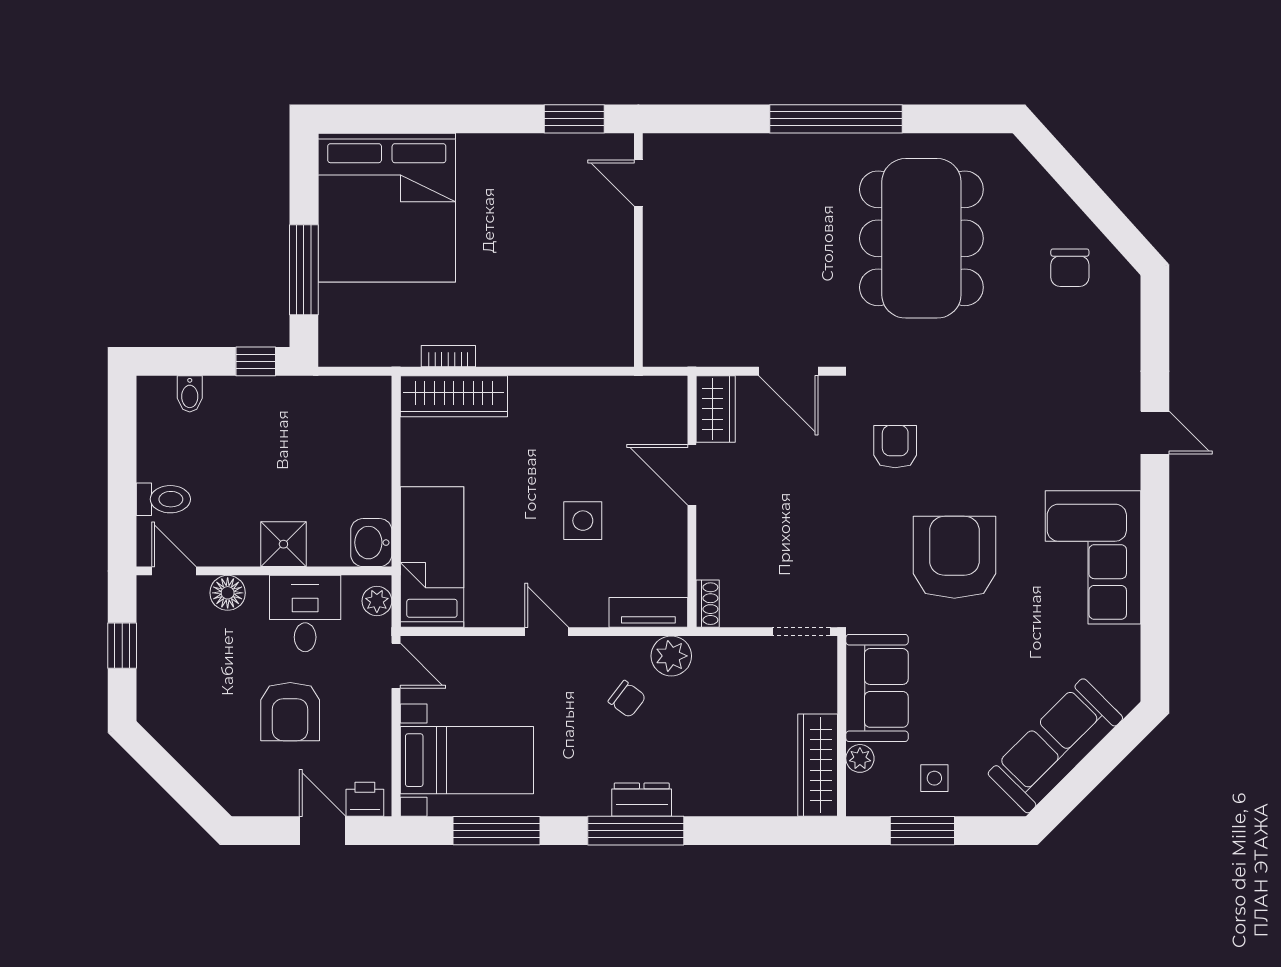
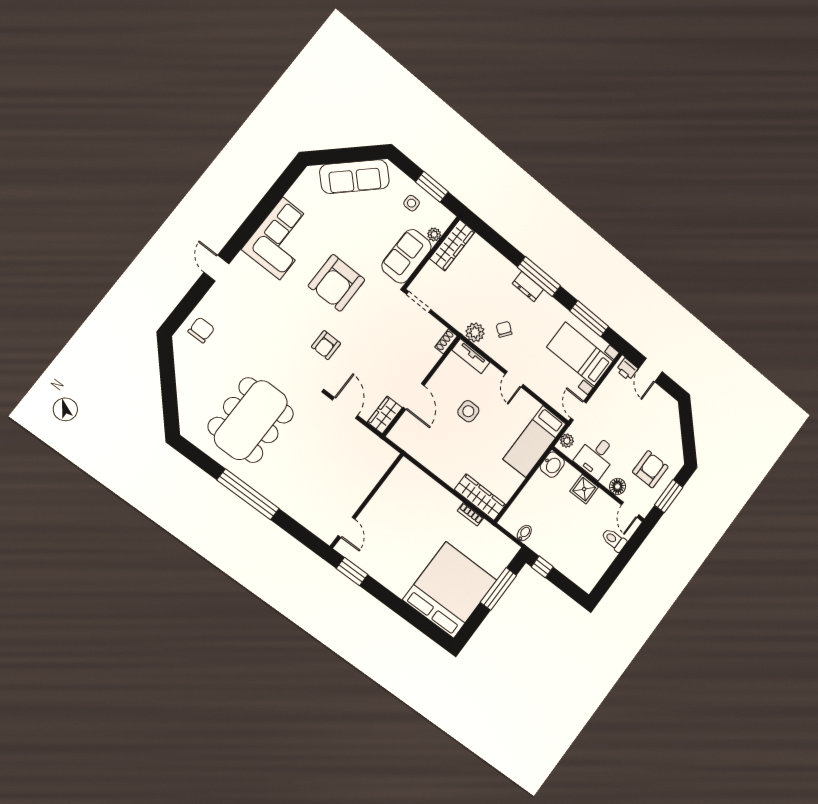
chair: (1070, 268) -> (201, 330), moved
bidet: (190, 394) -> (524, 533), moved
window: (122, 646) -> (669, 496), width x1.50
armchair: (290, 712) -> (650, 469), moved

